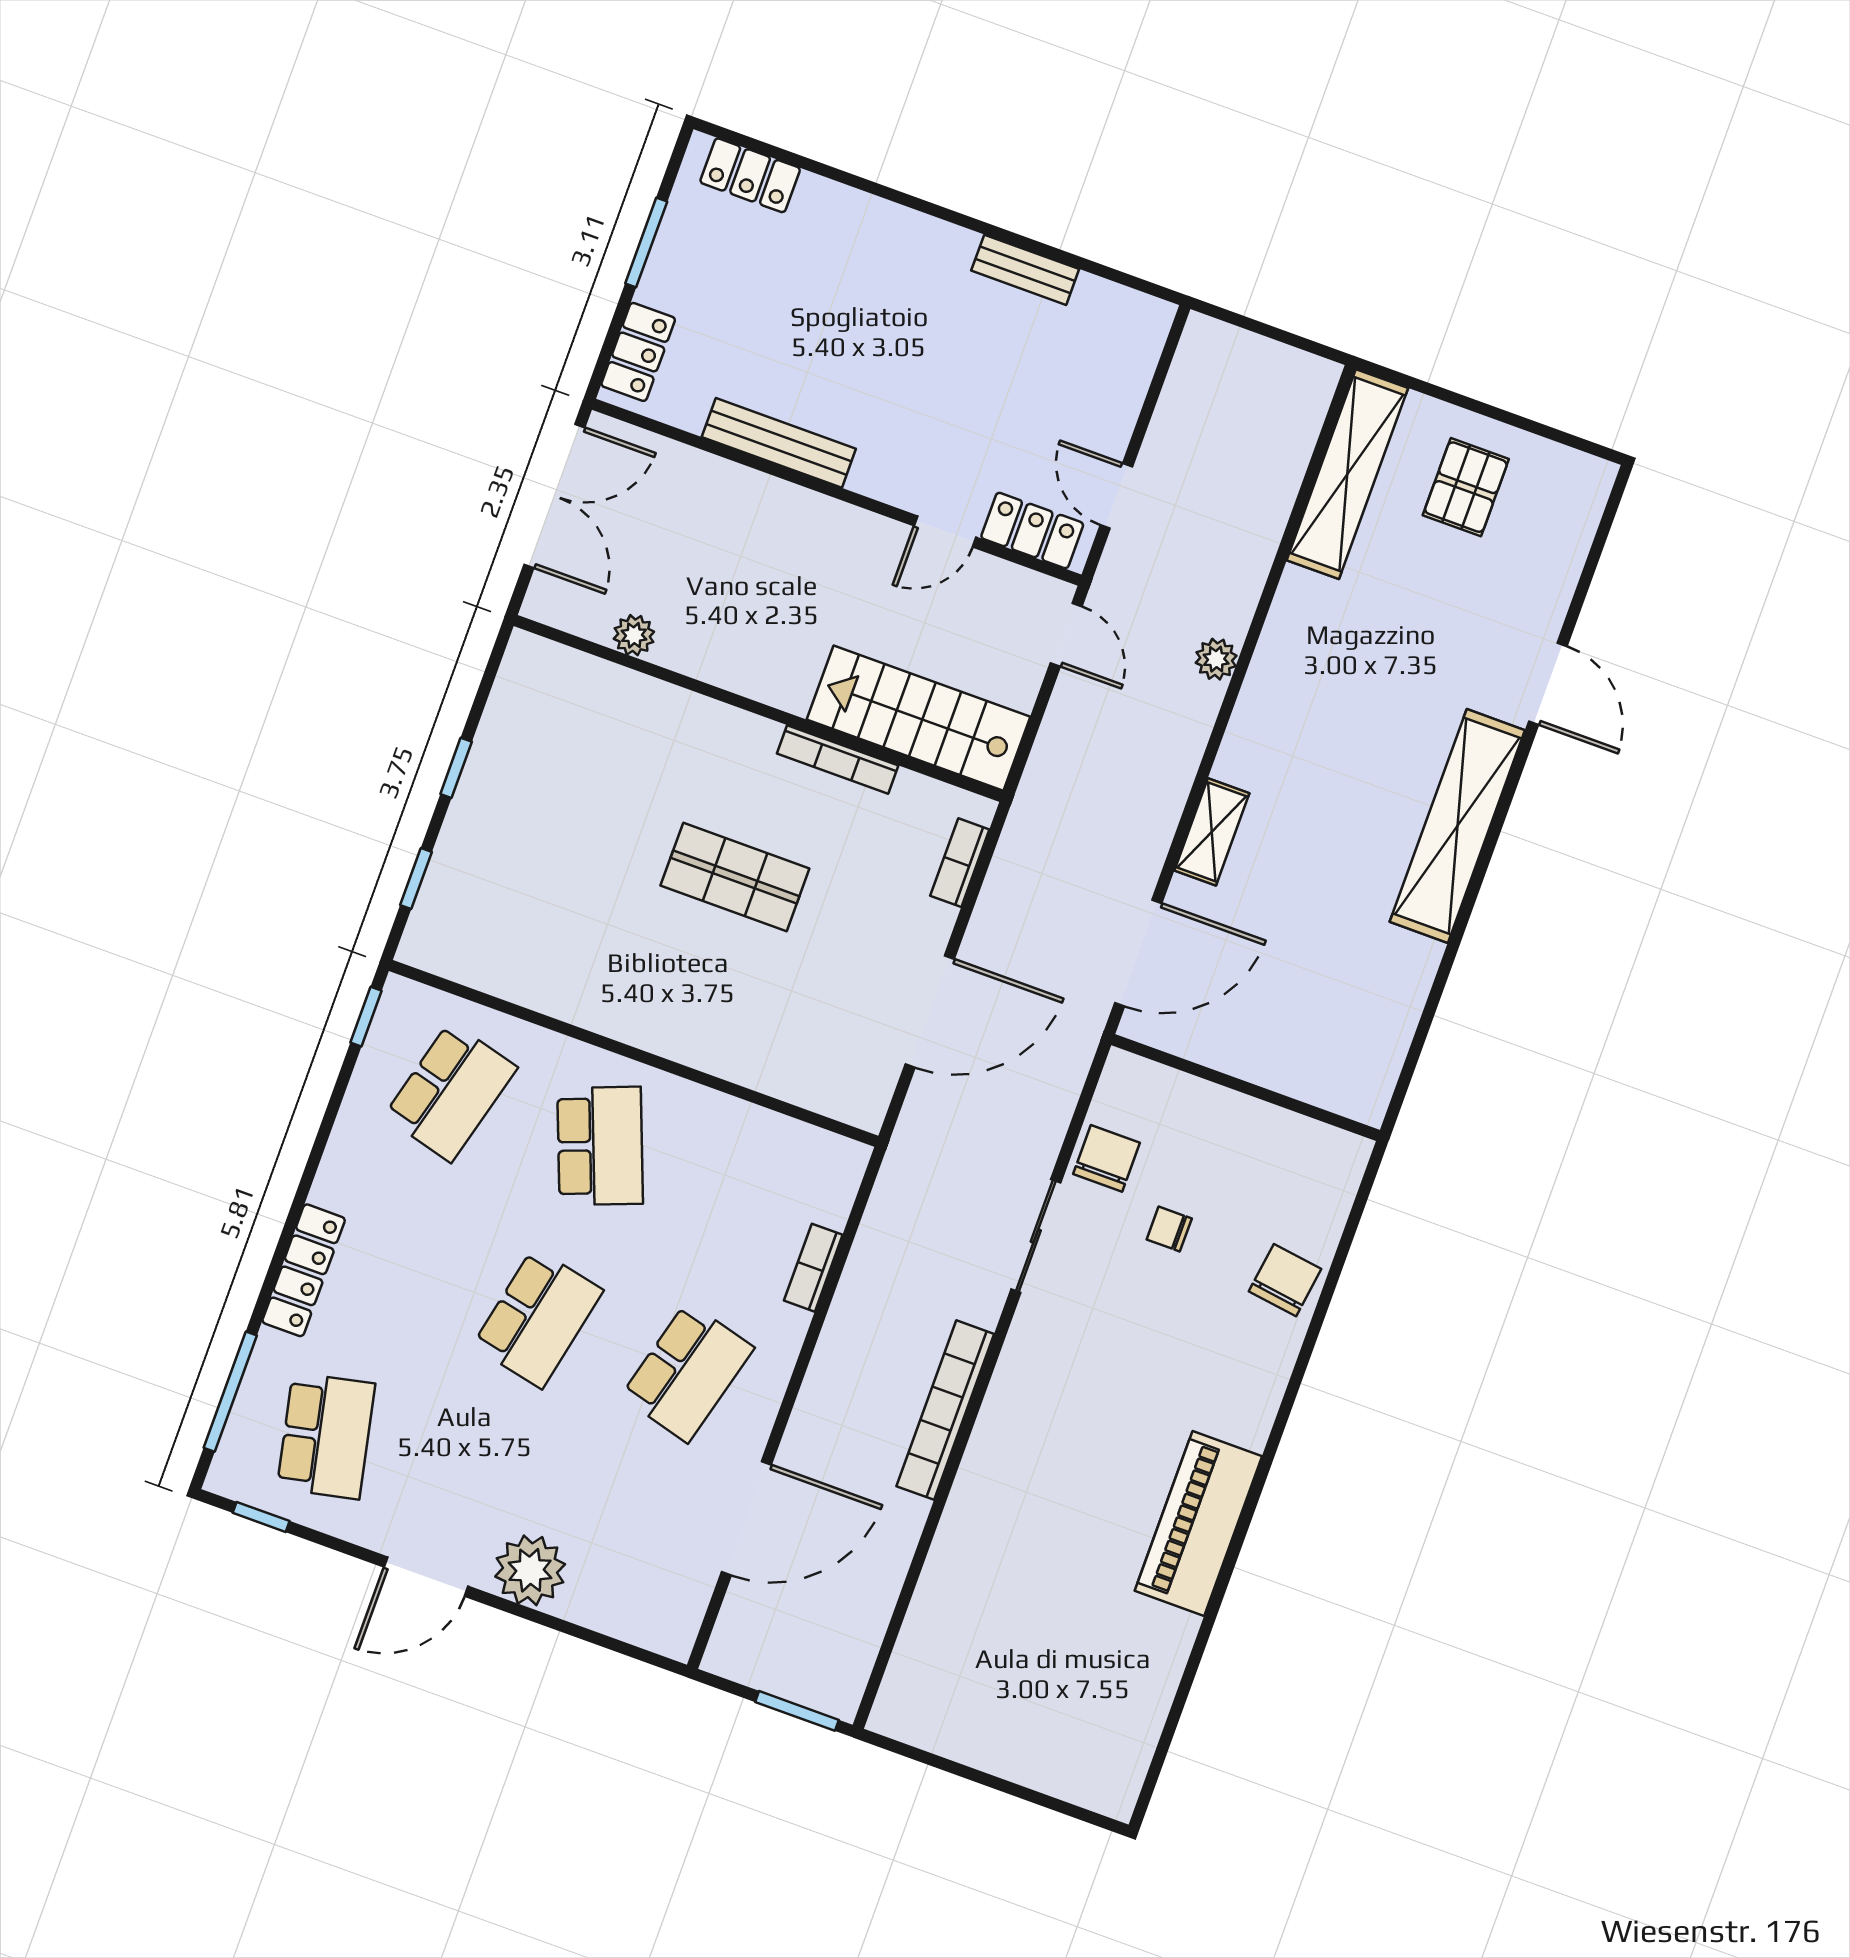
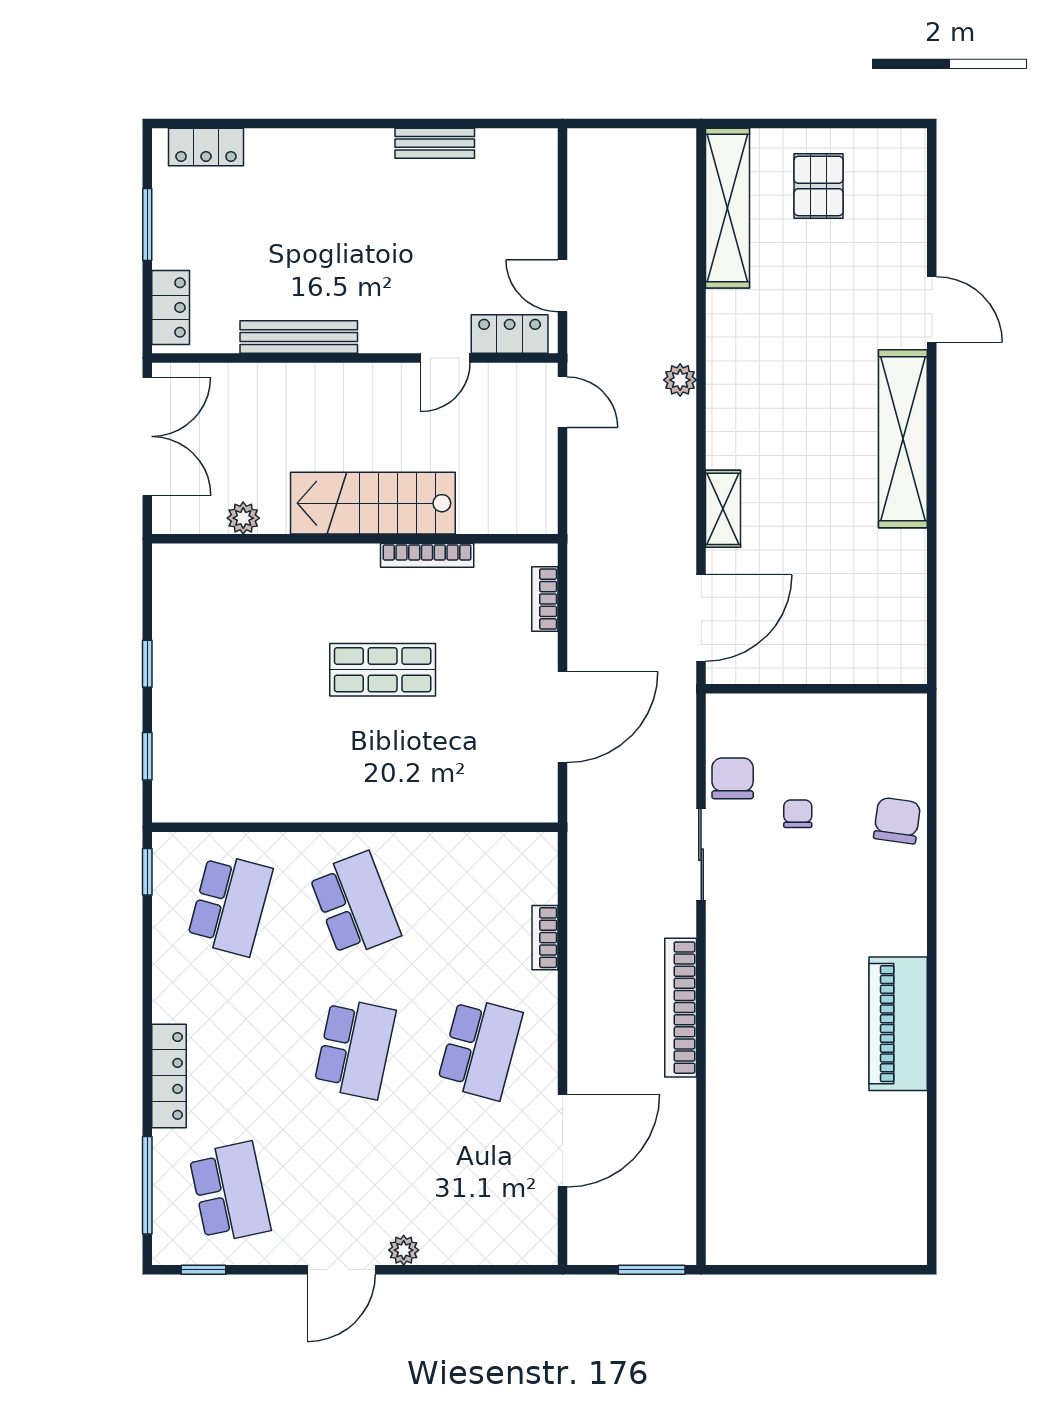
stairs: (918, 718) -> (373, 503), moved
chair: (1169, 1229) -> (798, 814), turned 90
plant: (530, 1570) -> (404, 1250), width x0.53, depth x0.53

